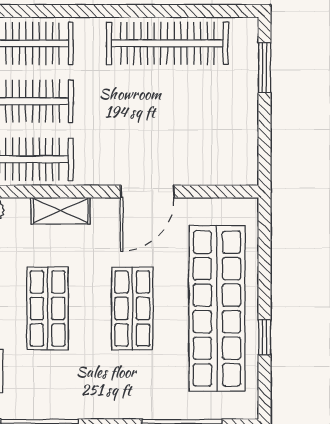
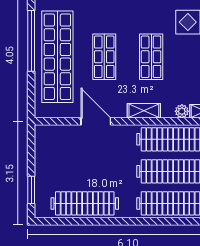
door: (147, 192) -> (96, 121), hinge flipped
window: (265, 337) -> (31, 41), width x3.17

